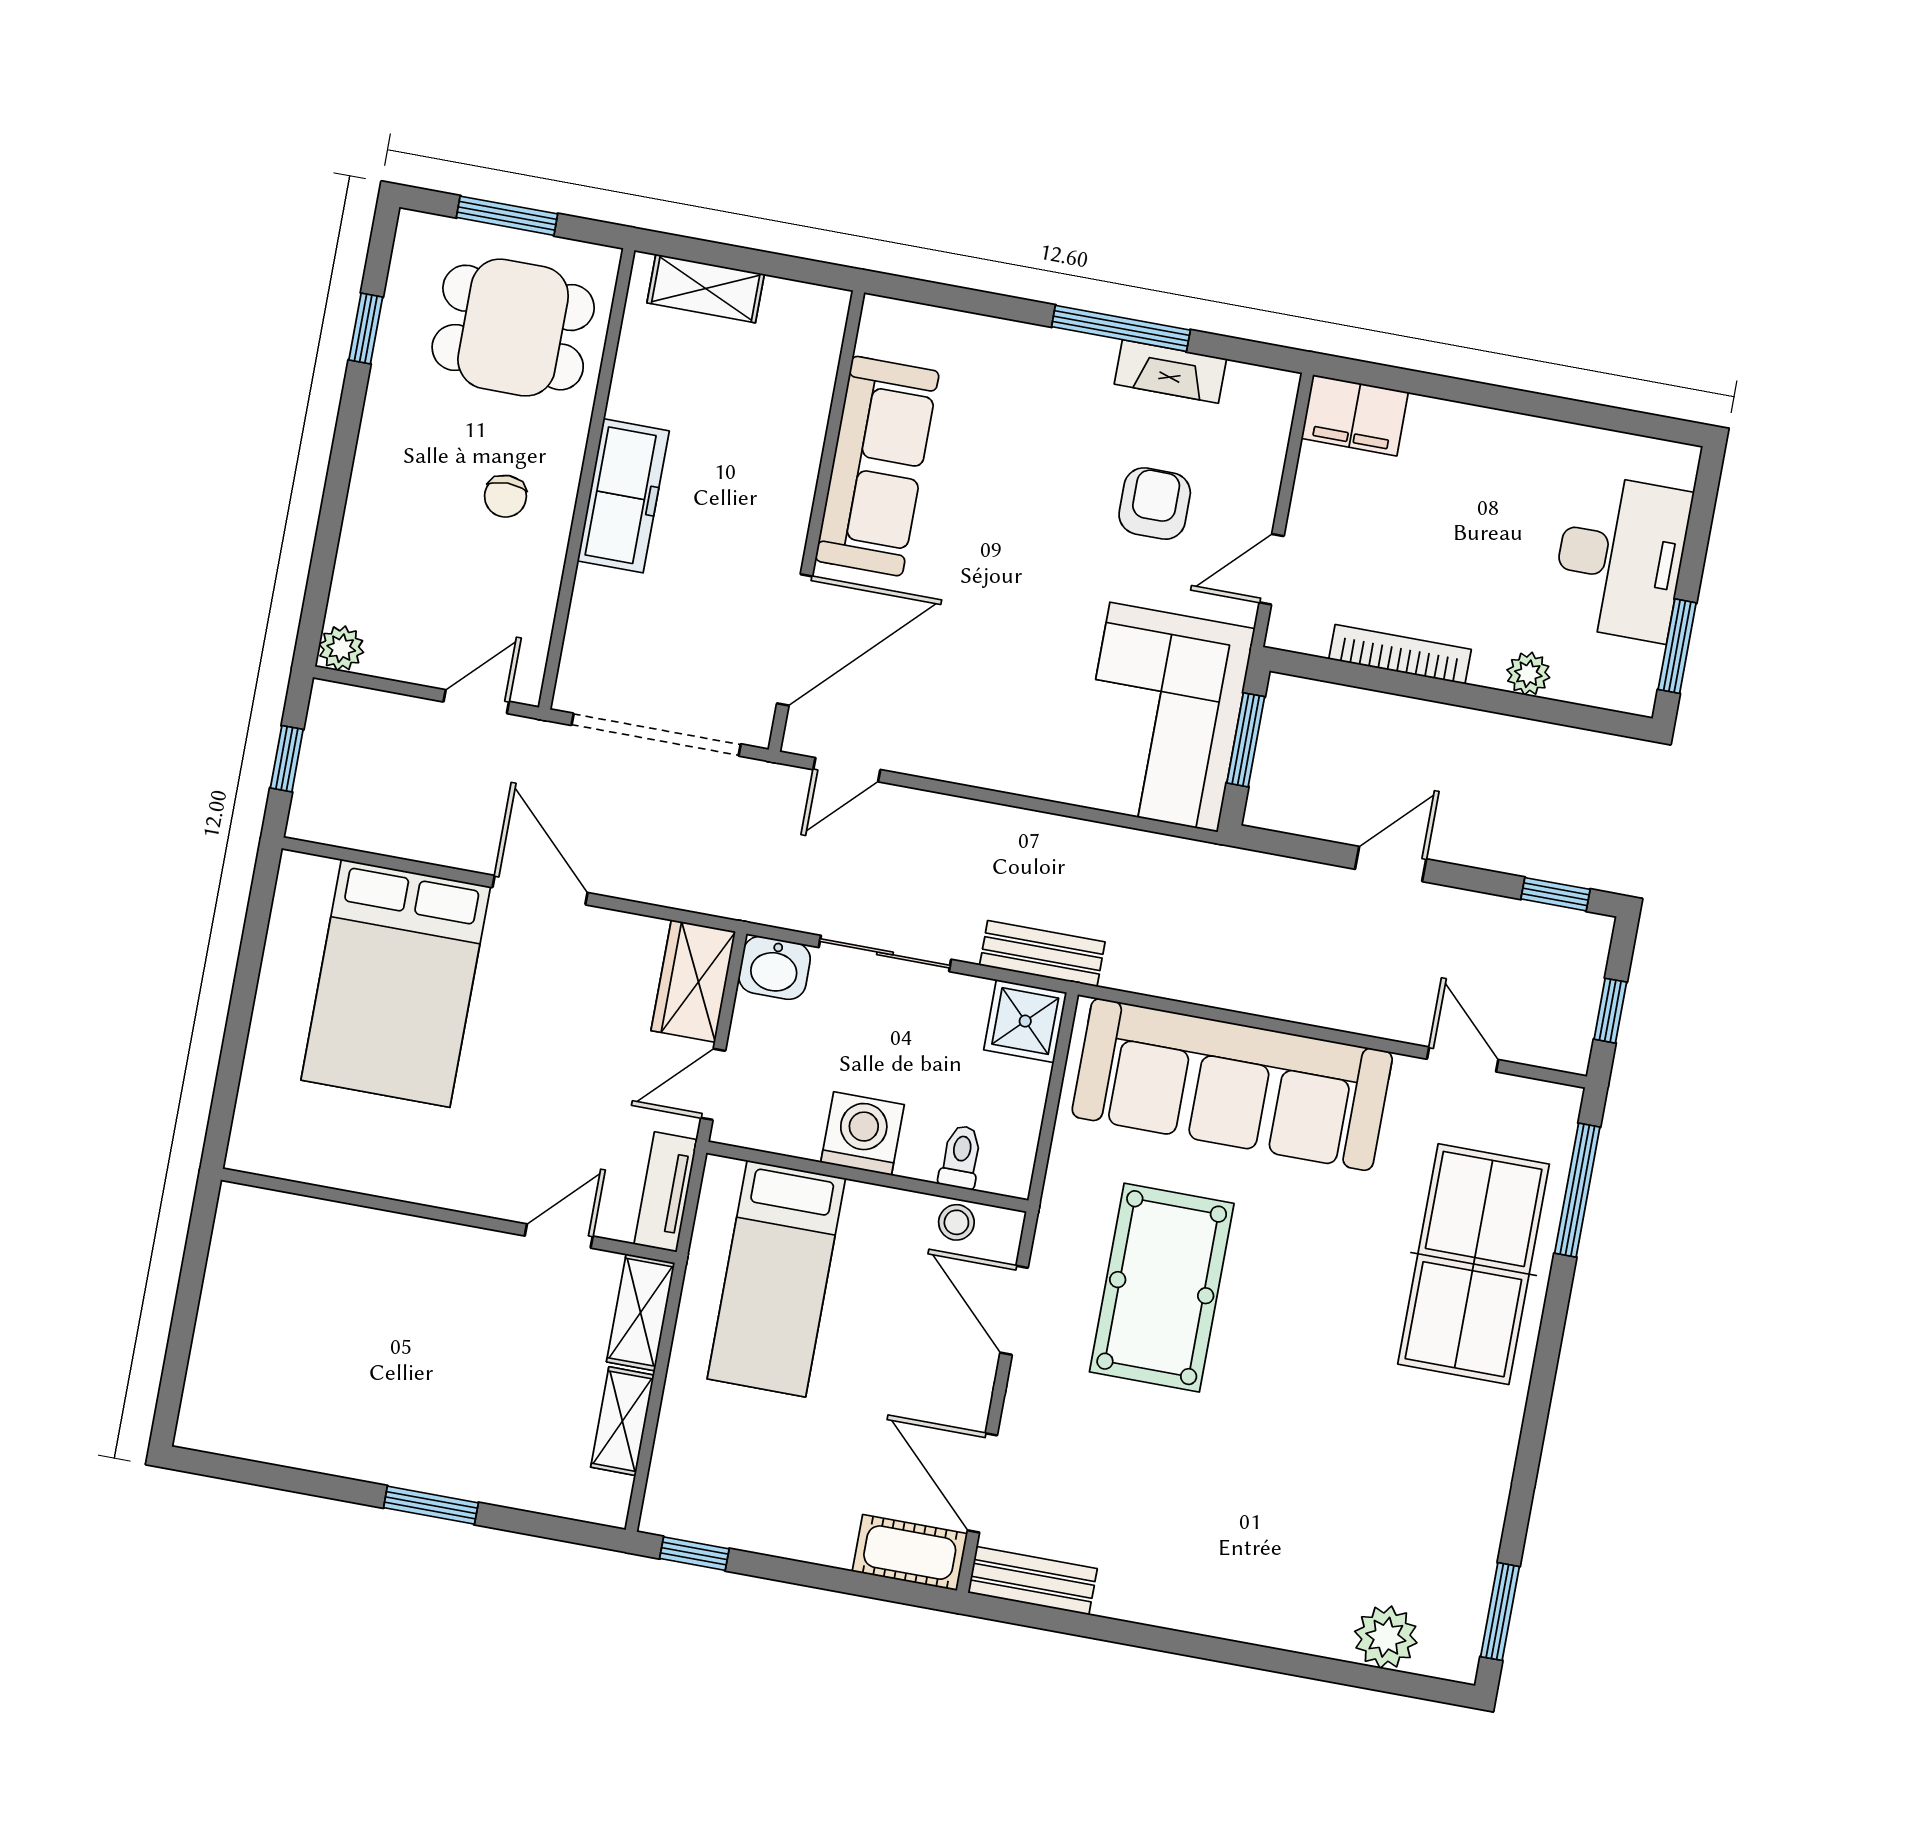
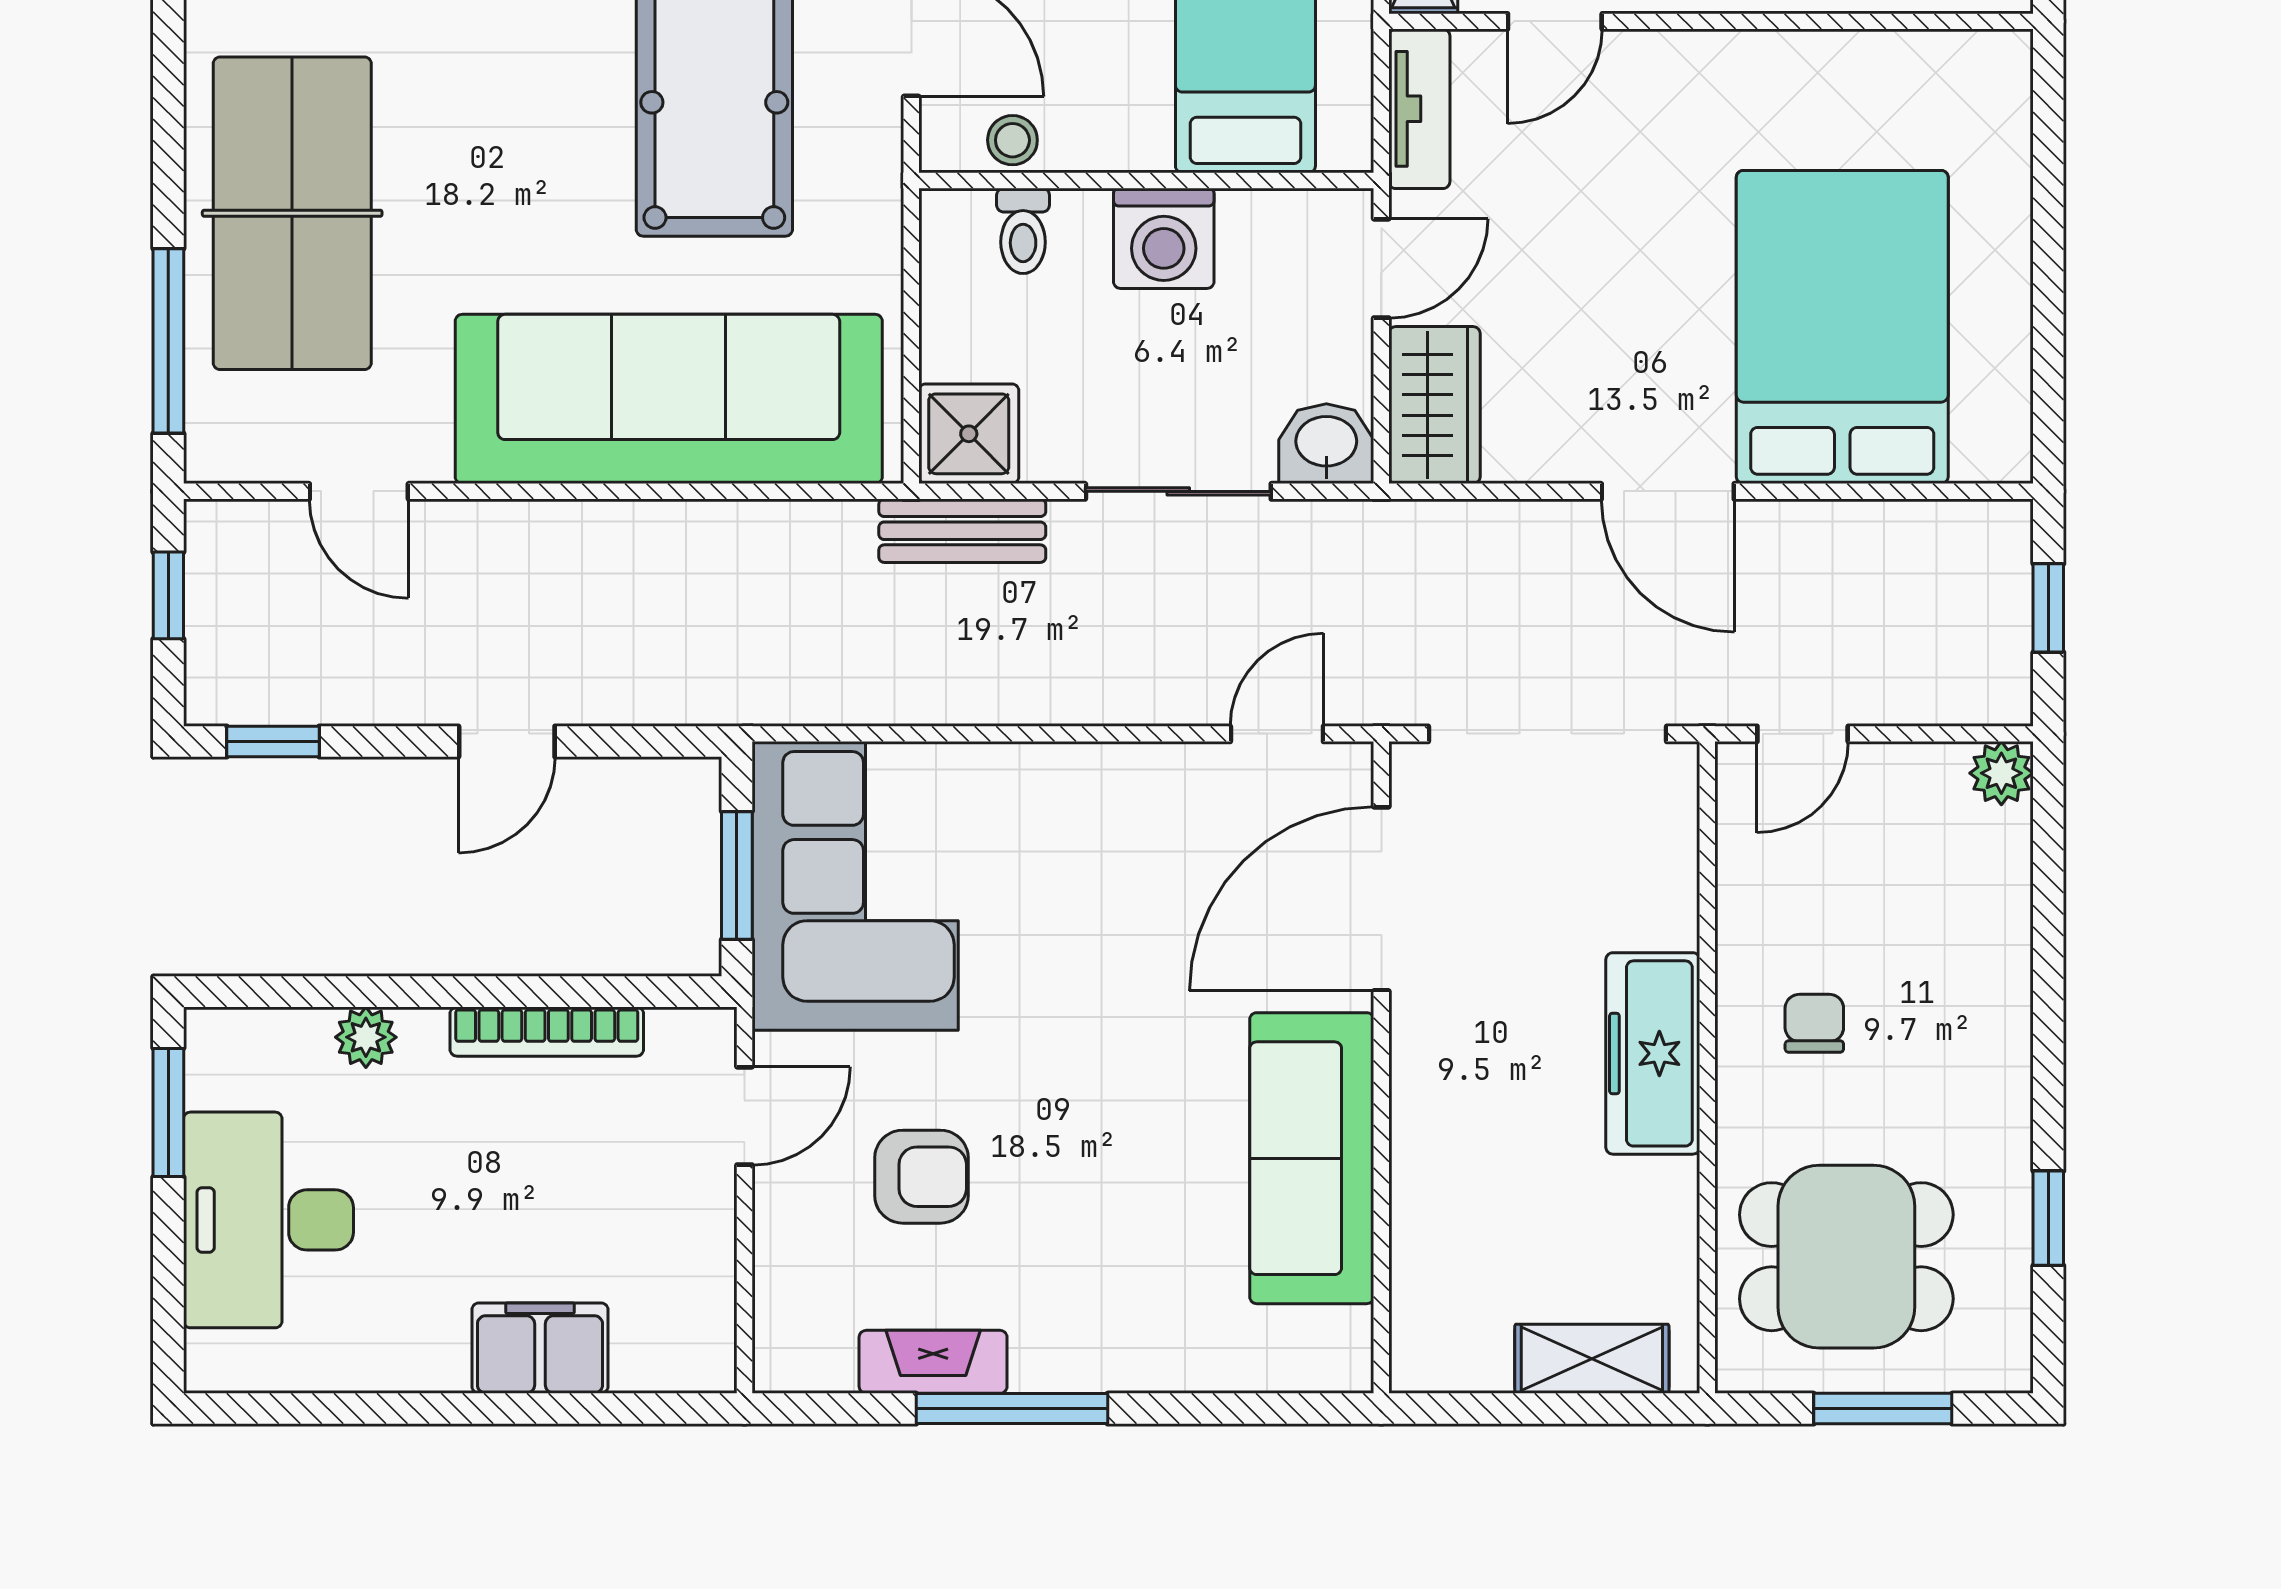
filing cabinet: (1355, 415) -> (540, 1348), moved
armchair: (1155, 504) -> (921, 1177), turned -90

